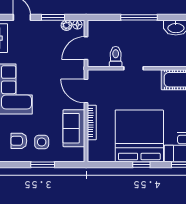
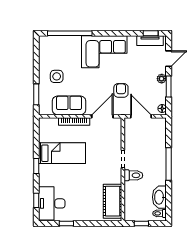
plant: (66, 25) -> (162, 79), moved
toilet: (116, 57) -> (133, 175), moved
bed: (139, 136) -> (62, 153), width x0.49
armchair: (19, 141) -> (121, 90), moved
window: (43, 165) -> (36, 94), moved

